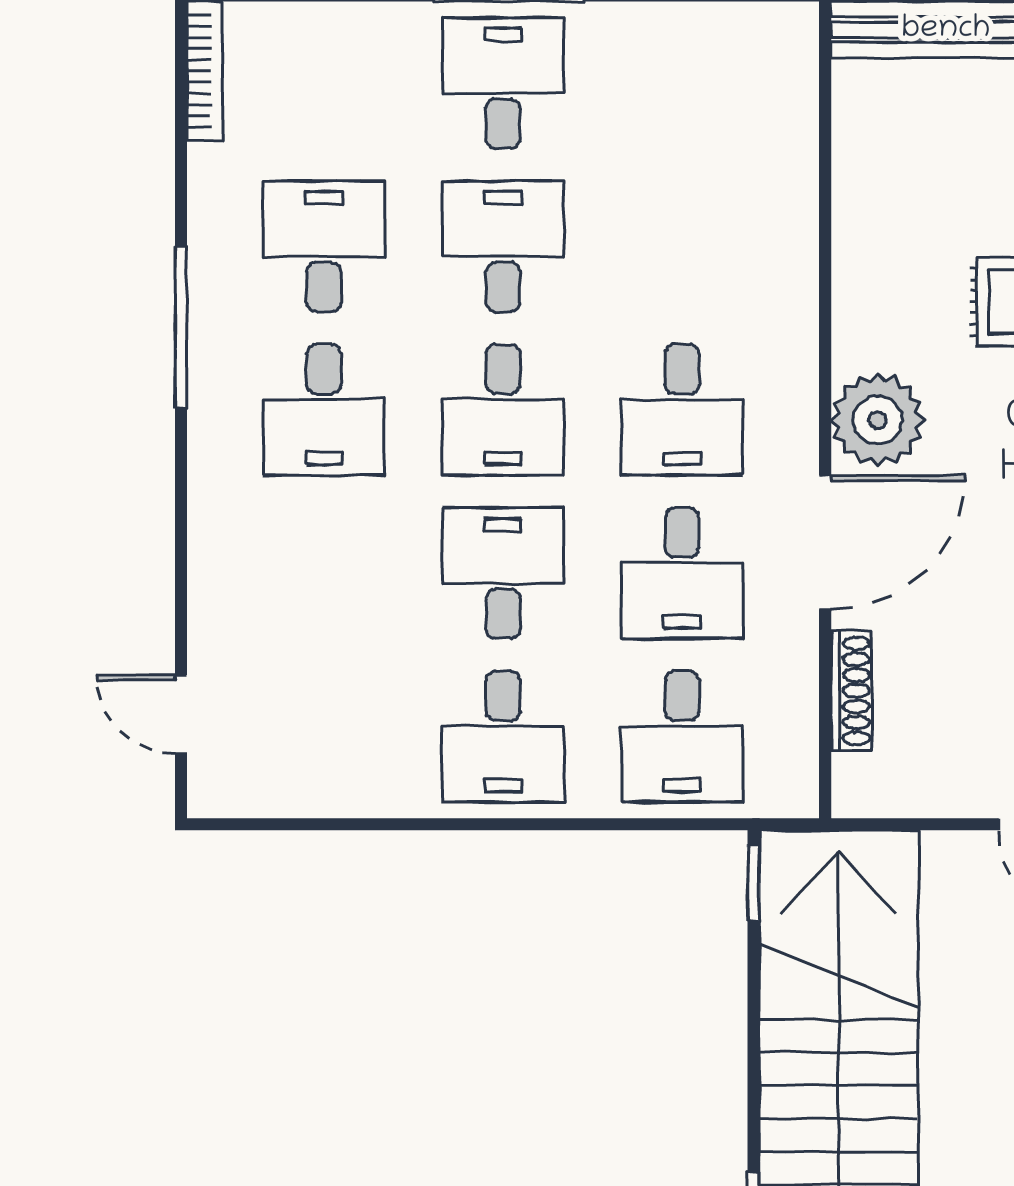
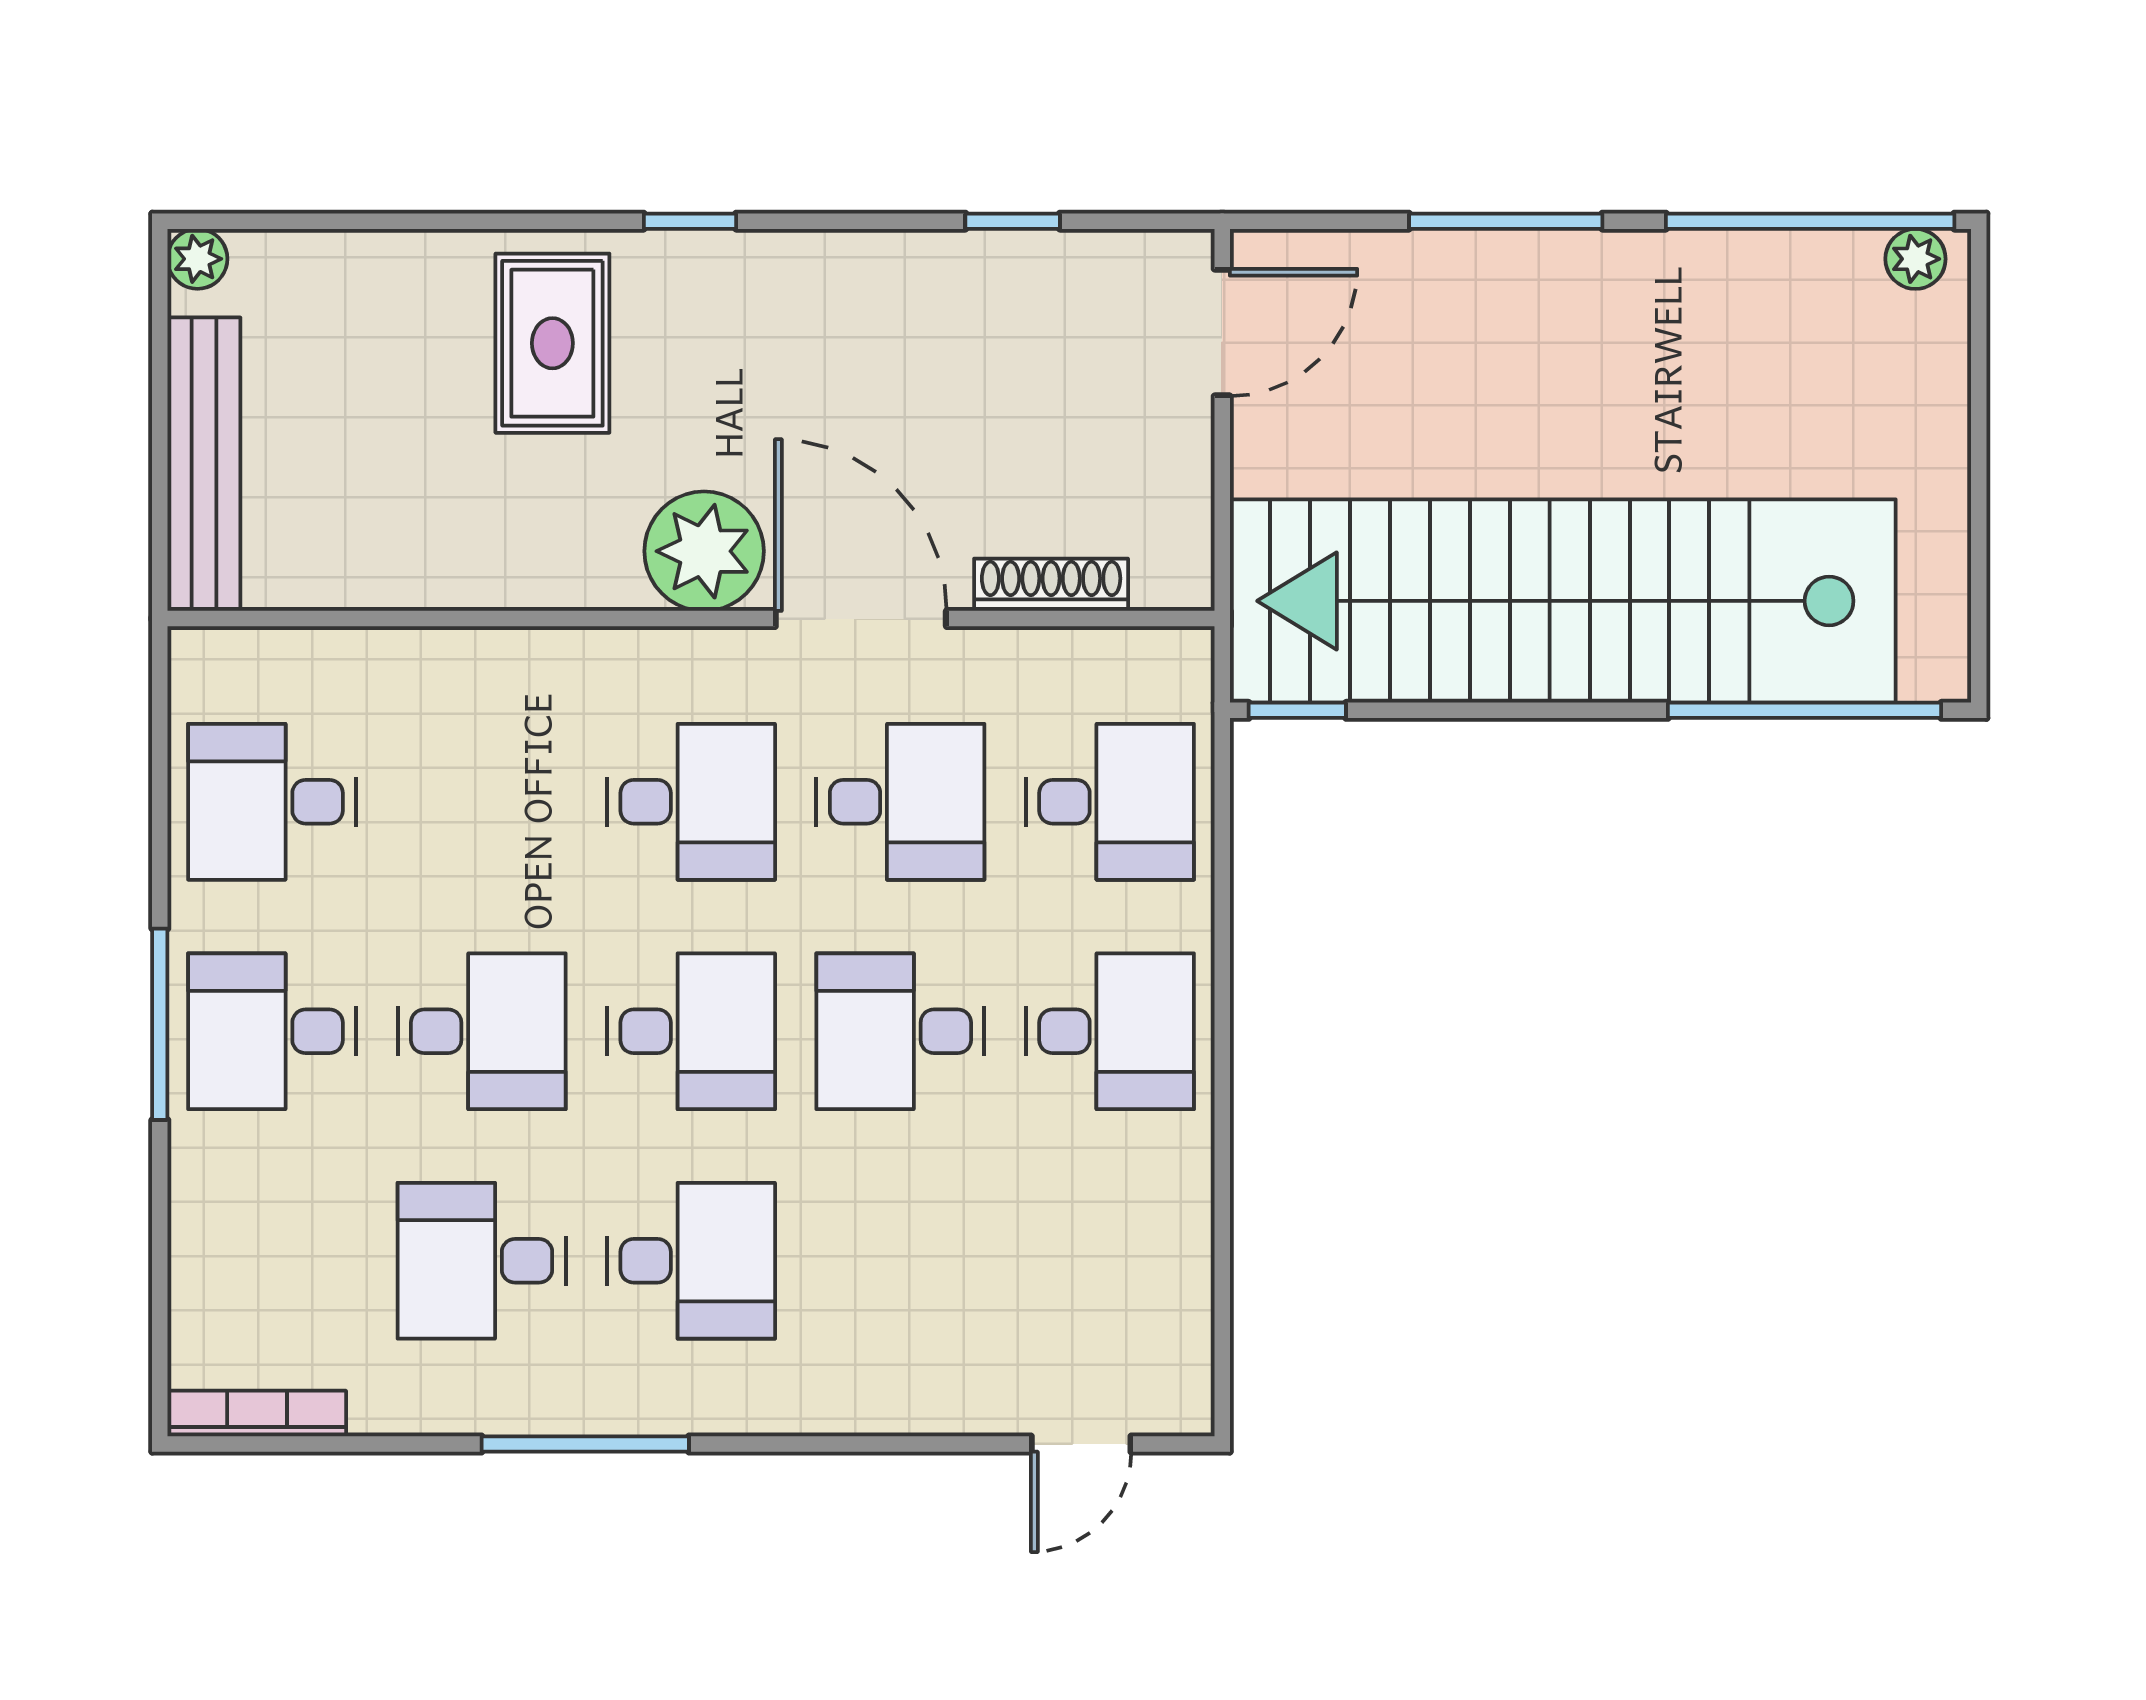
desk: (682, 83) -> (272, 802), added
desk: (503, 246) -> (482, 1031), turned 180

